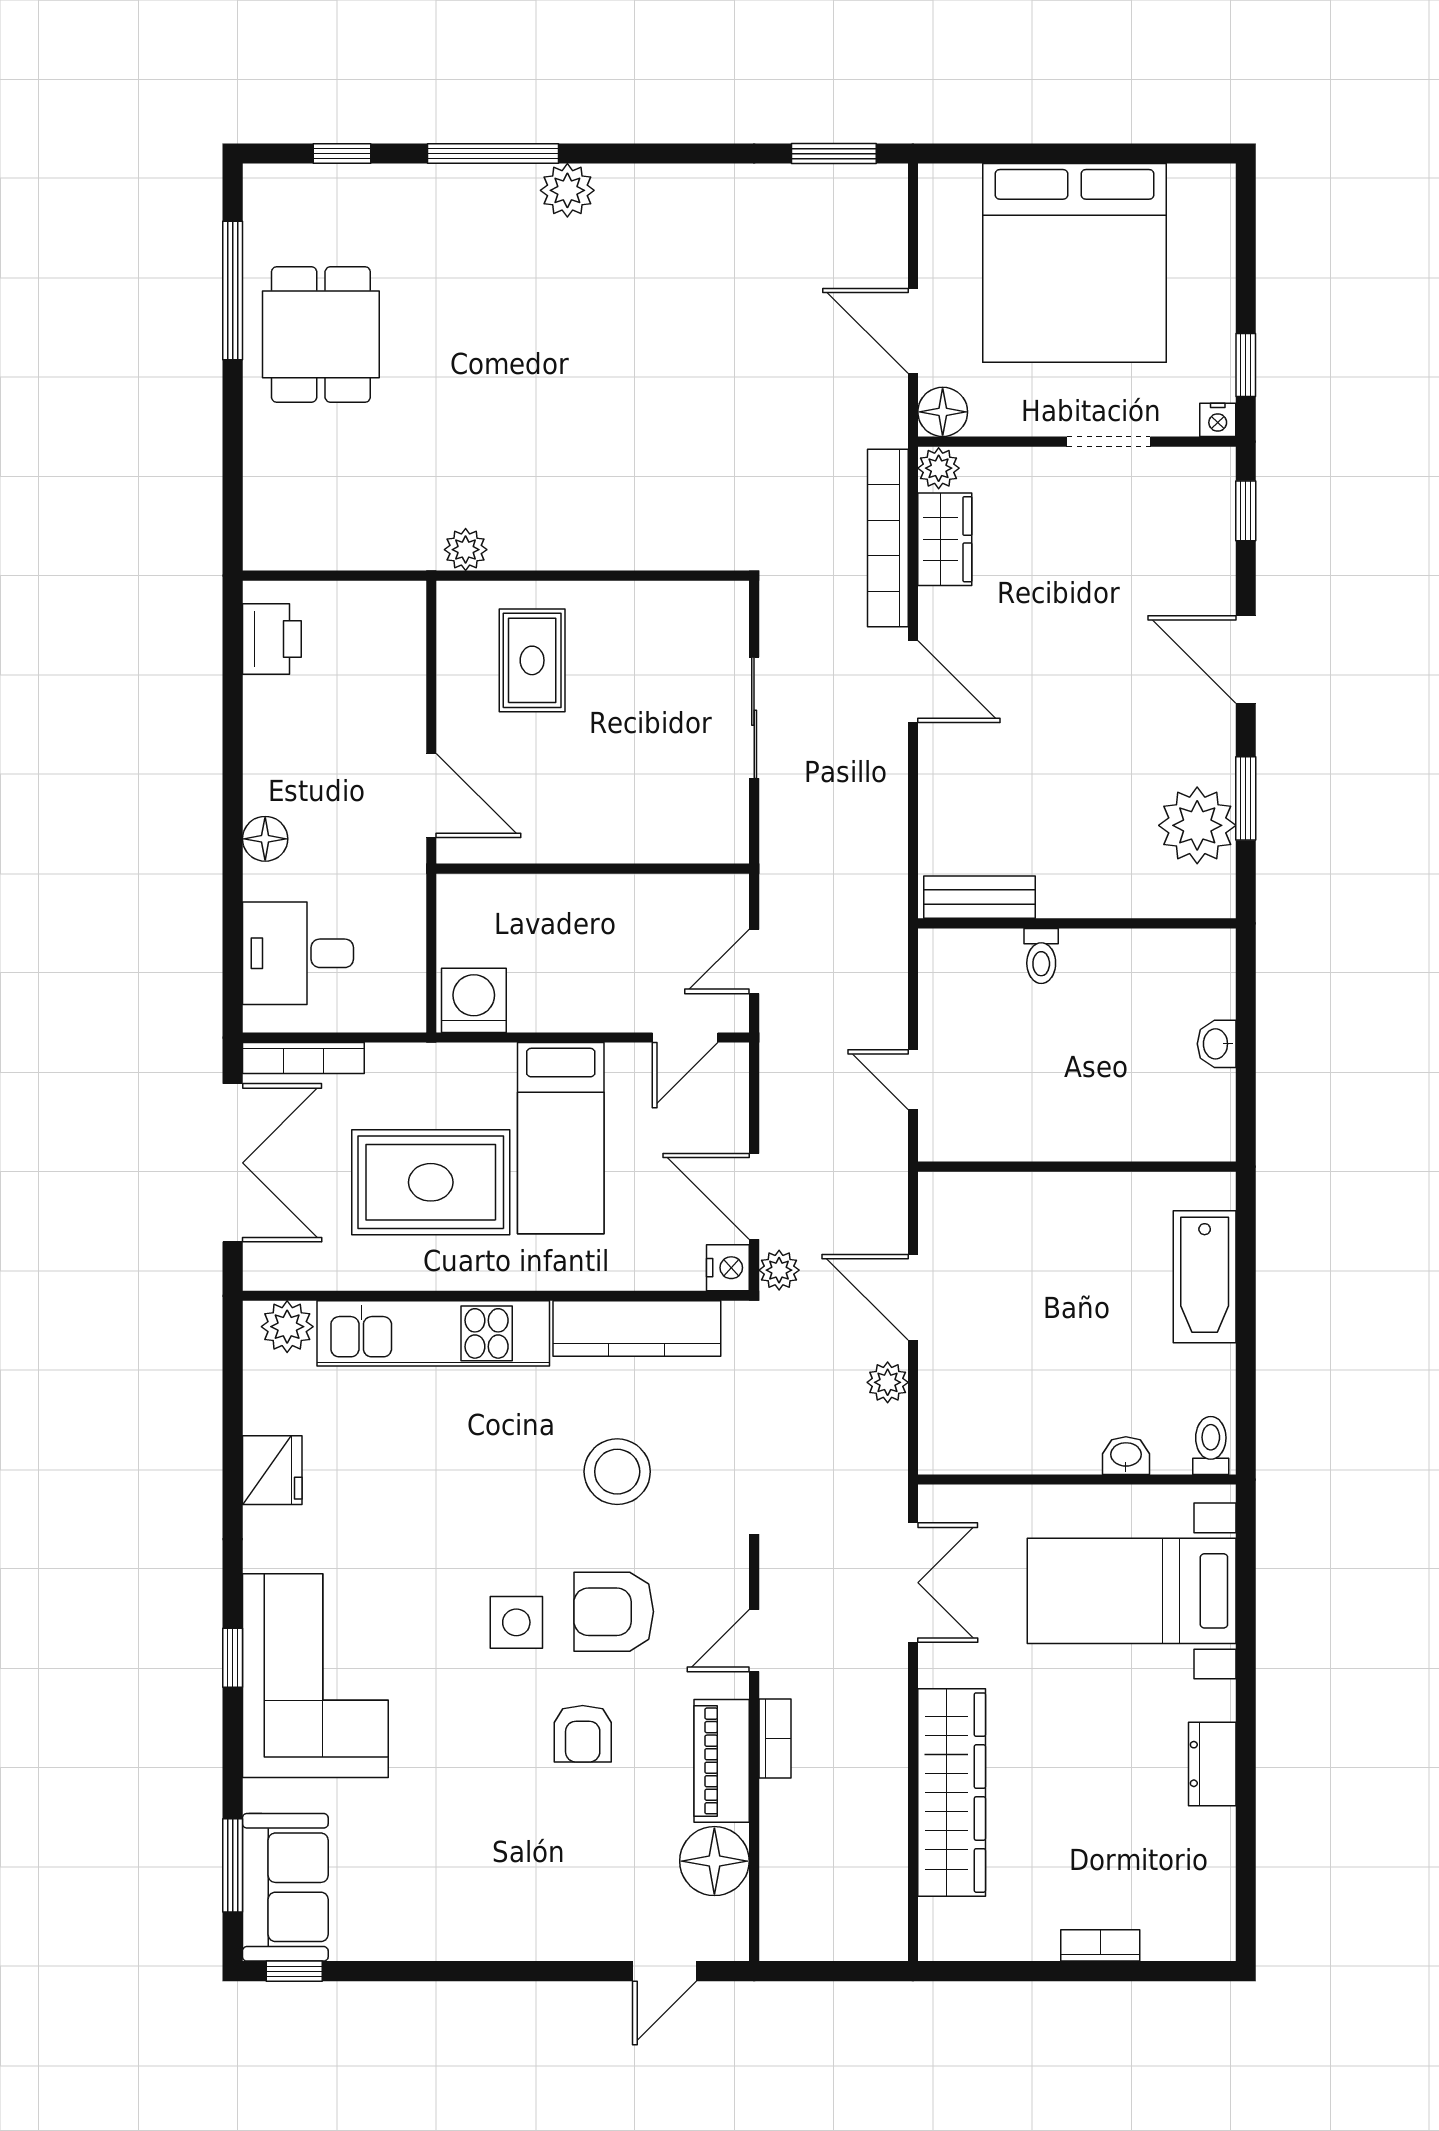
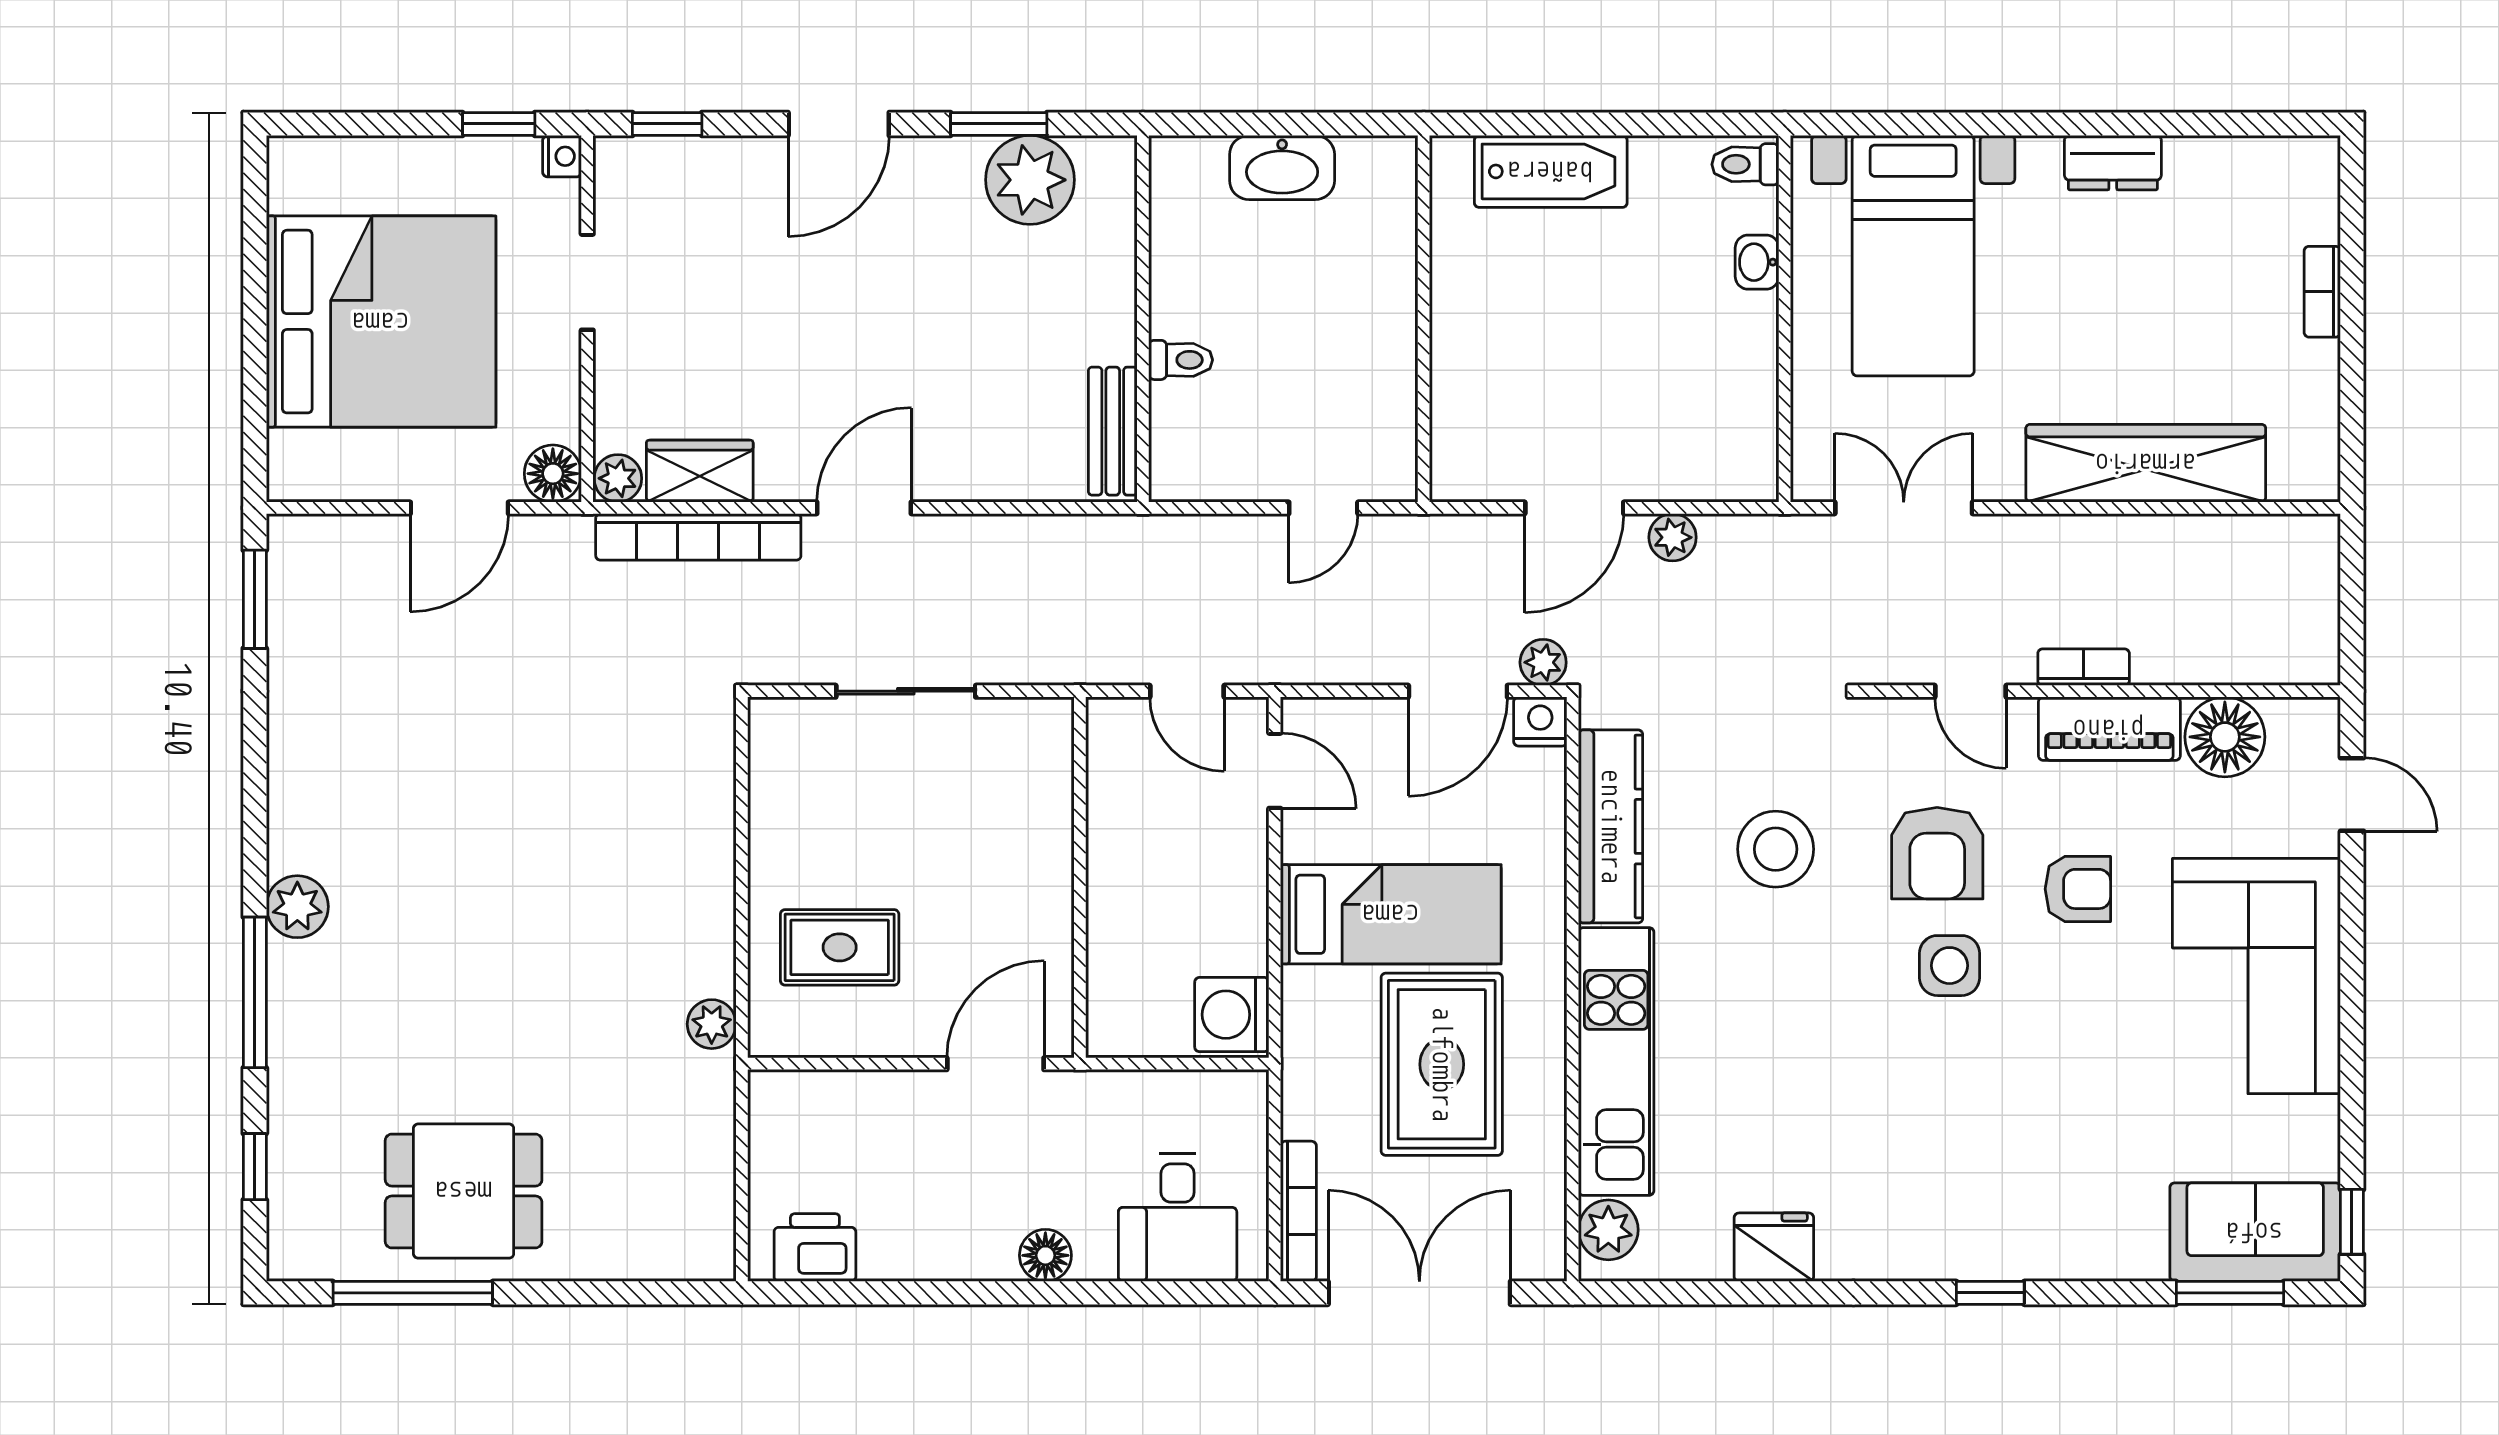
washbasin: (1217, 1044) -> (1282, 168), width x1.91, depth x1.45
corner sofa: (315, 1676) -> (2256, 976), moved, turned -90

